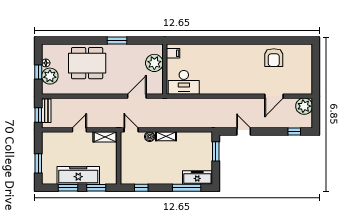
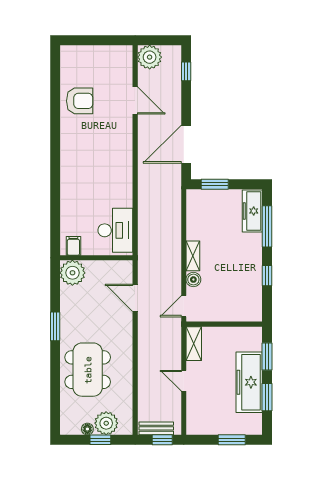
plant: (154, 63) -> (72, 273), moved
door: (244, 132) -> (186, 144), width x1.87
window: (141, 188) -> (267, 276), moved

